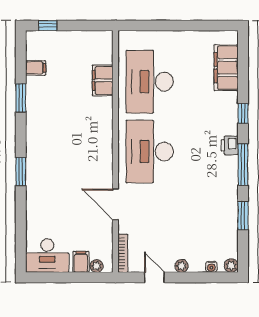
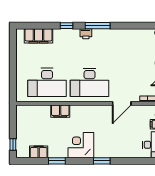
filing cabinet: (36, 68) -> (39, 152), width x2.00
filing cabinet: (103, 80) -> (60, 111), moved
corner desk: (47, 137) -> (81, 145), added
window: (243, 216) -> (129, 26), removed

